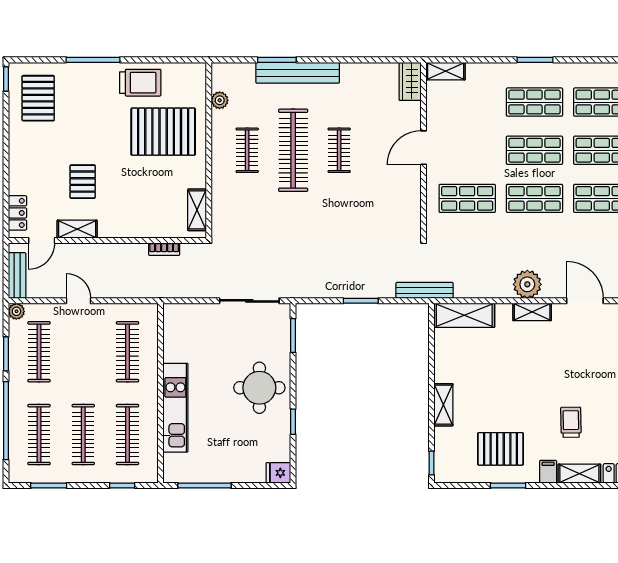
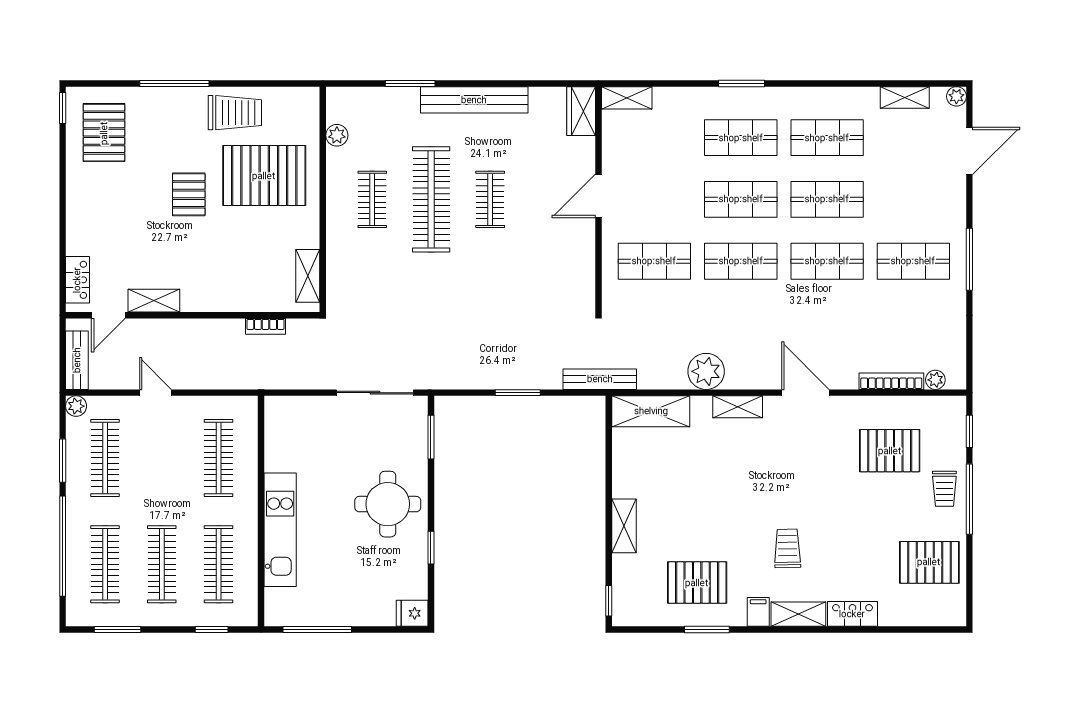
bench: (298, 73) -> (474, 100), moved
pallet: (83, 182) -> (189, 194), moved
plant: (527, 284) -> (706, 371), moved

